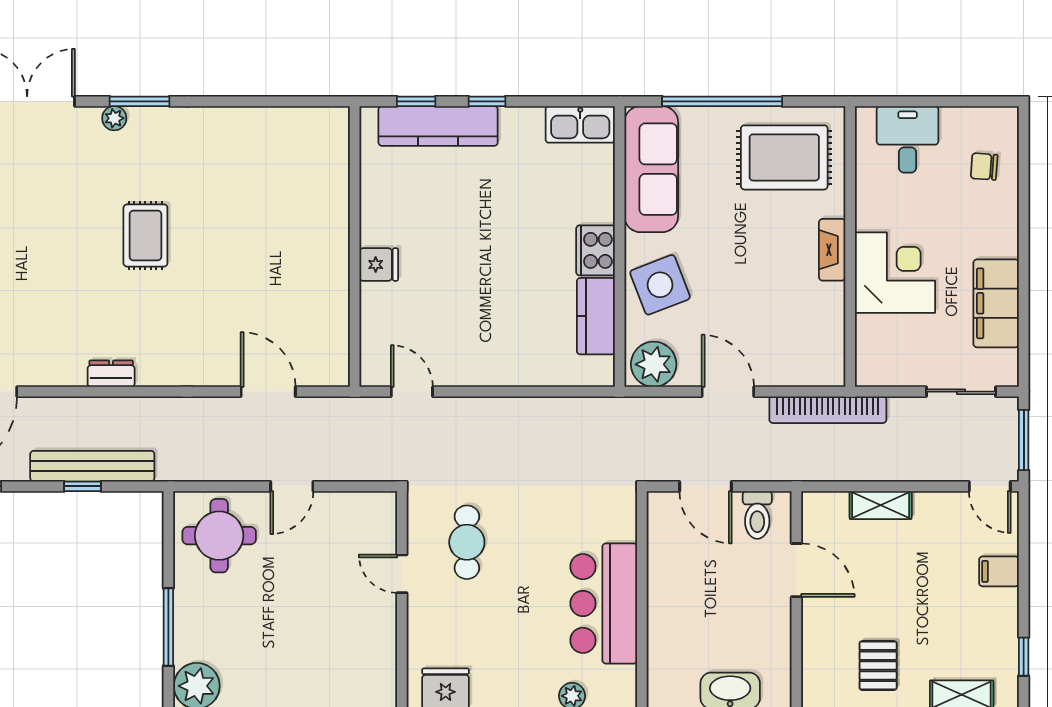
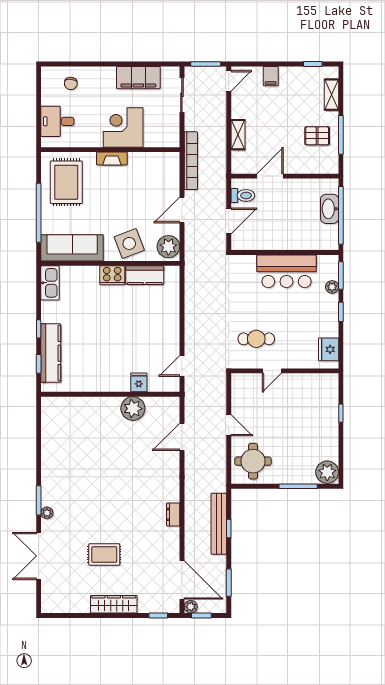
rug: (145, 235) -> (104, 554), moved
fridge: (379, 265) -> (139, 382), moved
plant: (326, 292) -> (133, 409), added

